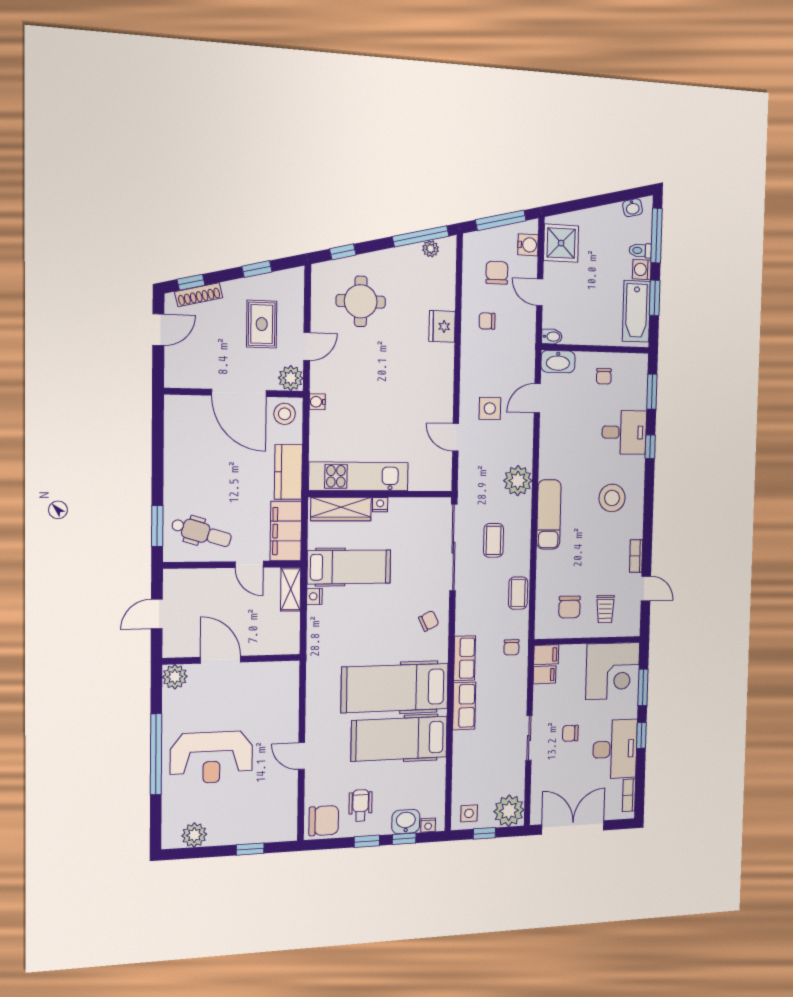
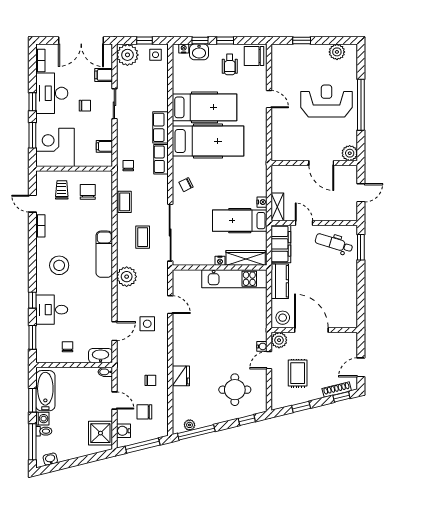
chair: (497, 273) -> (144, 412), turned 90
water cooler: (317, 402) -> (262, 346), moved
filing cabinet: (546, 655) -> (104, 75), moved

